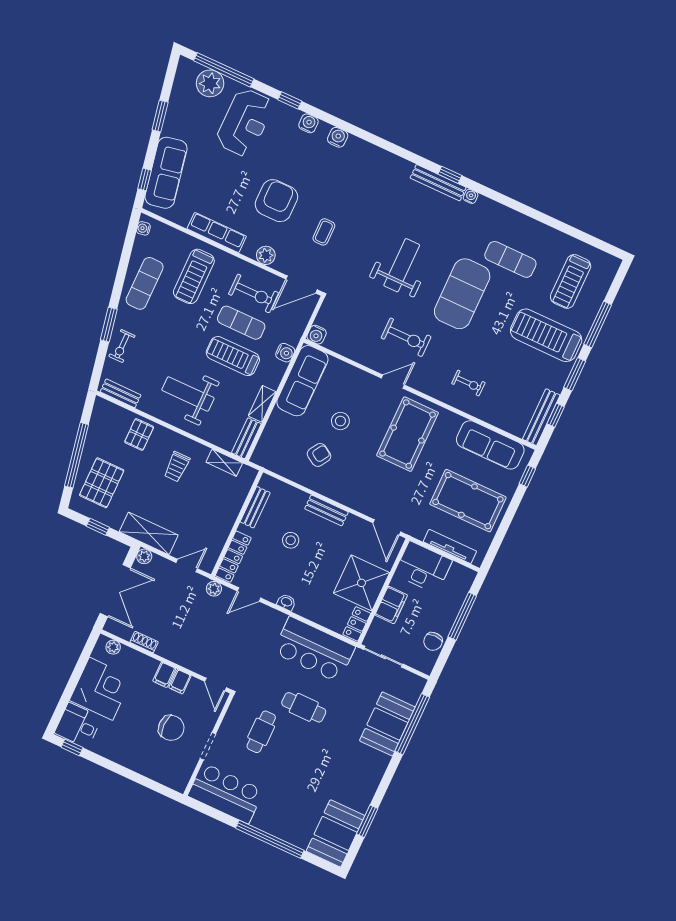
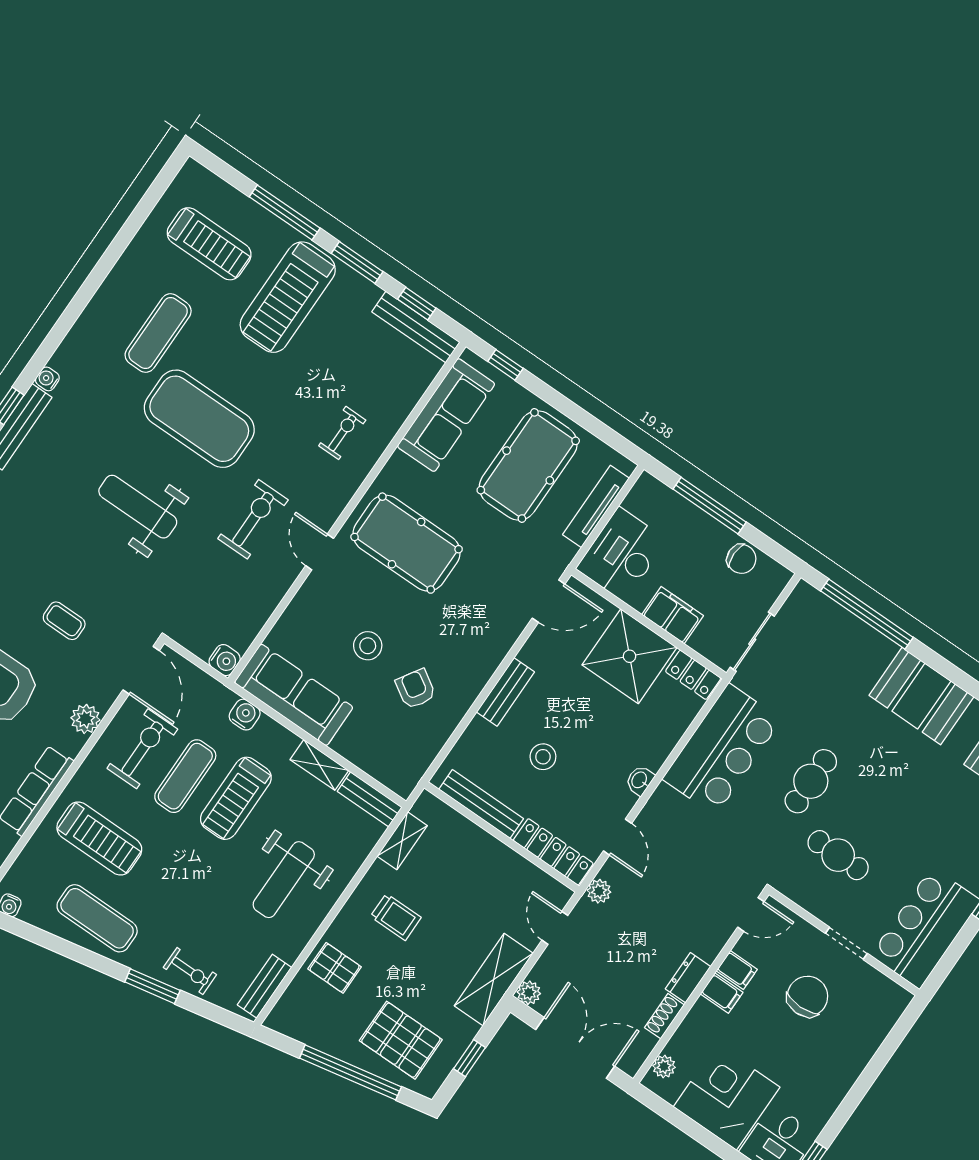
bench: (255, 507) -> (481, 804), width x1.36
dresser: (170, 653) -> (688, 978), added
booth: (387, 724) -> (921, 696), moved

